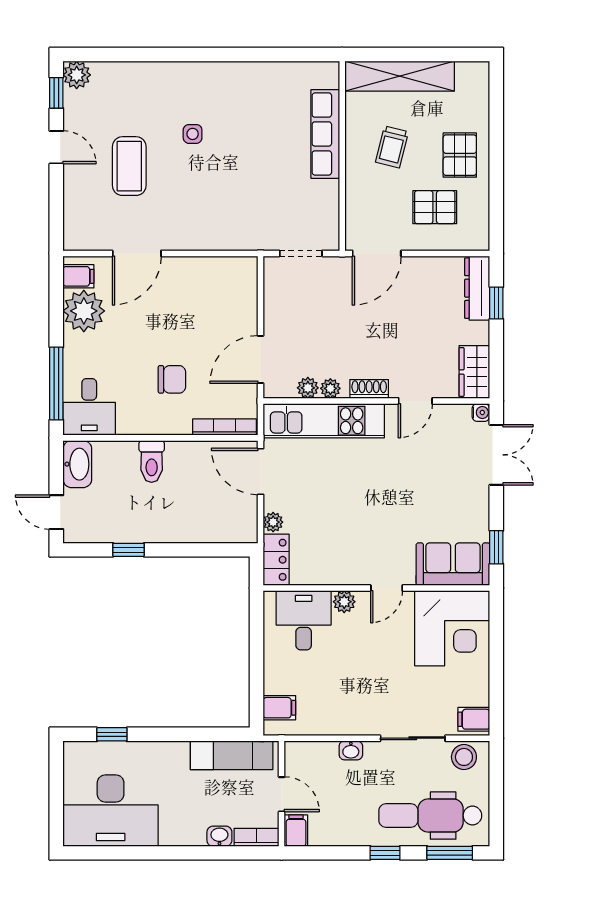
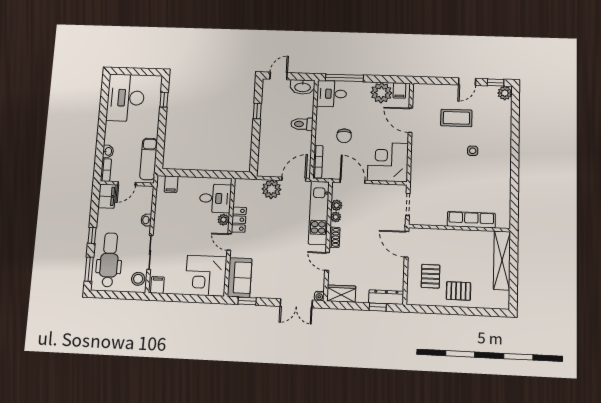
trolley: (392, 147) -> (464, 255), removed
corner desk: (220, 294) -> (388, 162), added
plant: (273, 522) -> (271, 189), width x1.88, depth x1.88
locker: (276, 560) -> (239, 220), moved, turned -90
filing cabinet: (296, 831) -> (107, 196), width x2.00

